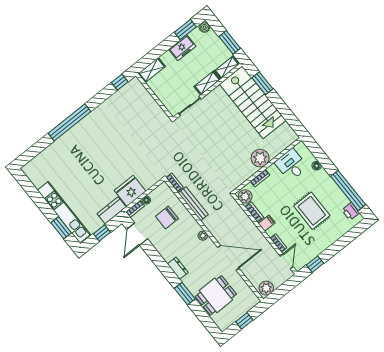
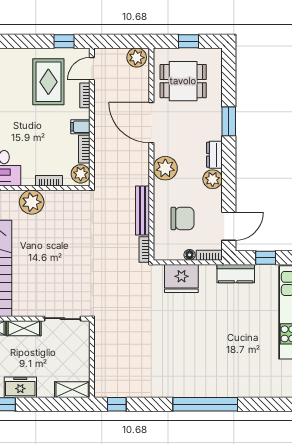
fridge: (130, 191) -> (181, 279), moved
rug: (312, 211) -> (48, 82), moved
plant: (203, 236) -> (165, 168), width x1.88, depth x1.88
plant: (168, 253) -> (213, 179), added
dining table: (216, 295) -> (183, 81), moved

